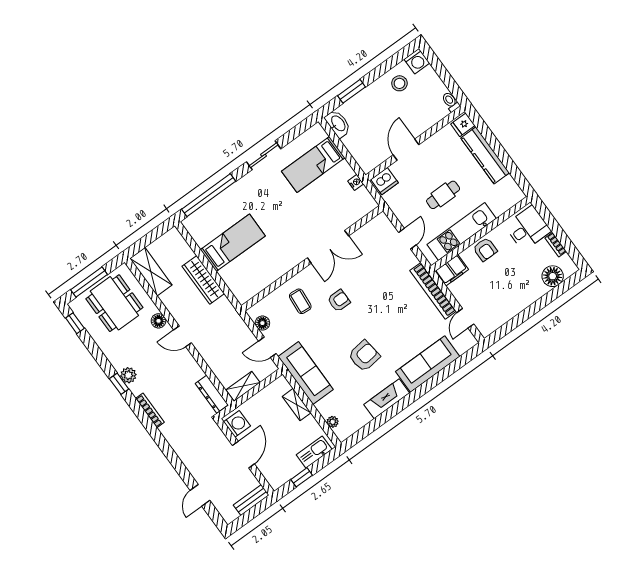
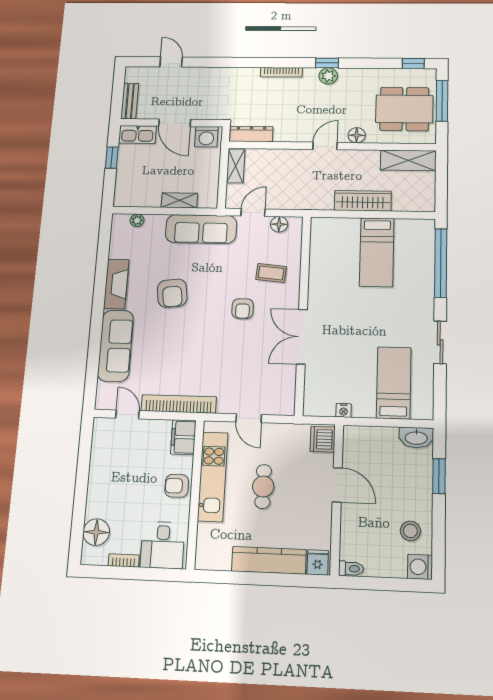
kitchen sink: (314, 452) -> (137, 135), moved, turned 90

